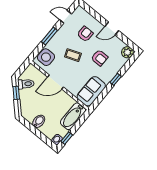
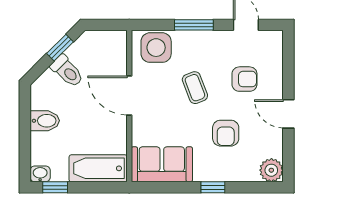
toilet: (26, 84) -> (67, 71), moved

